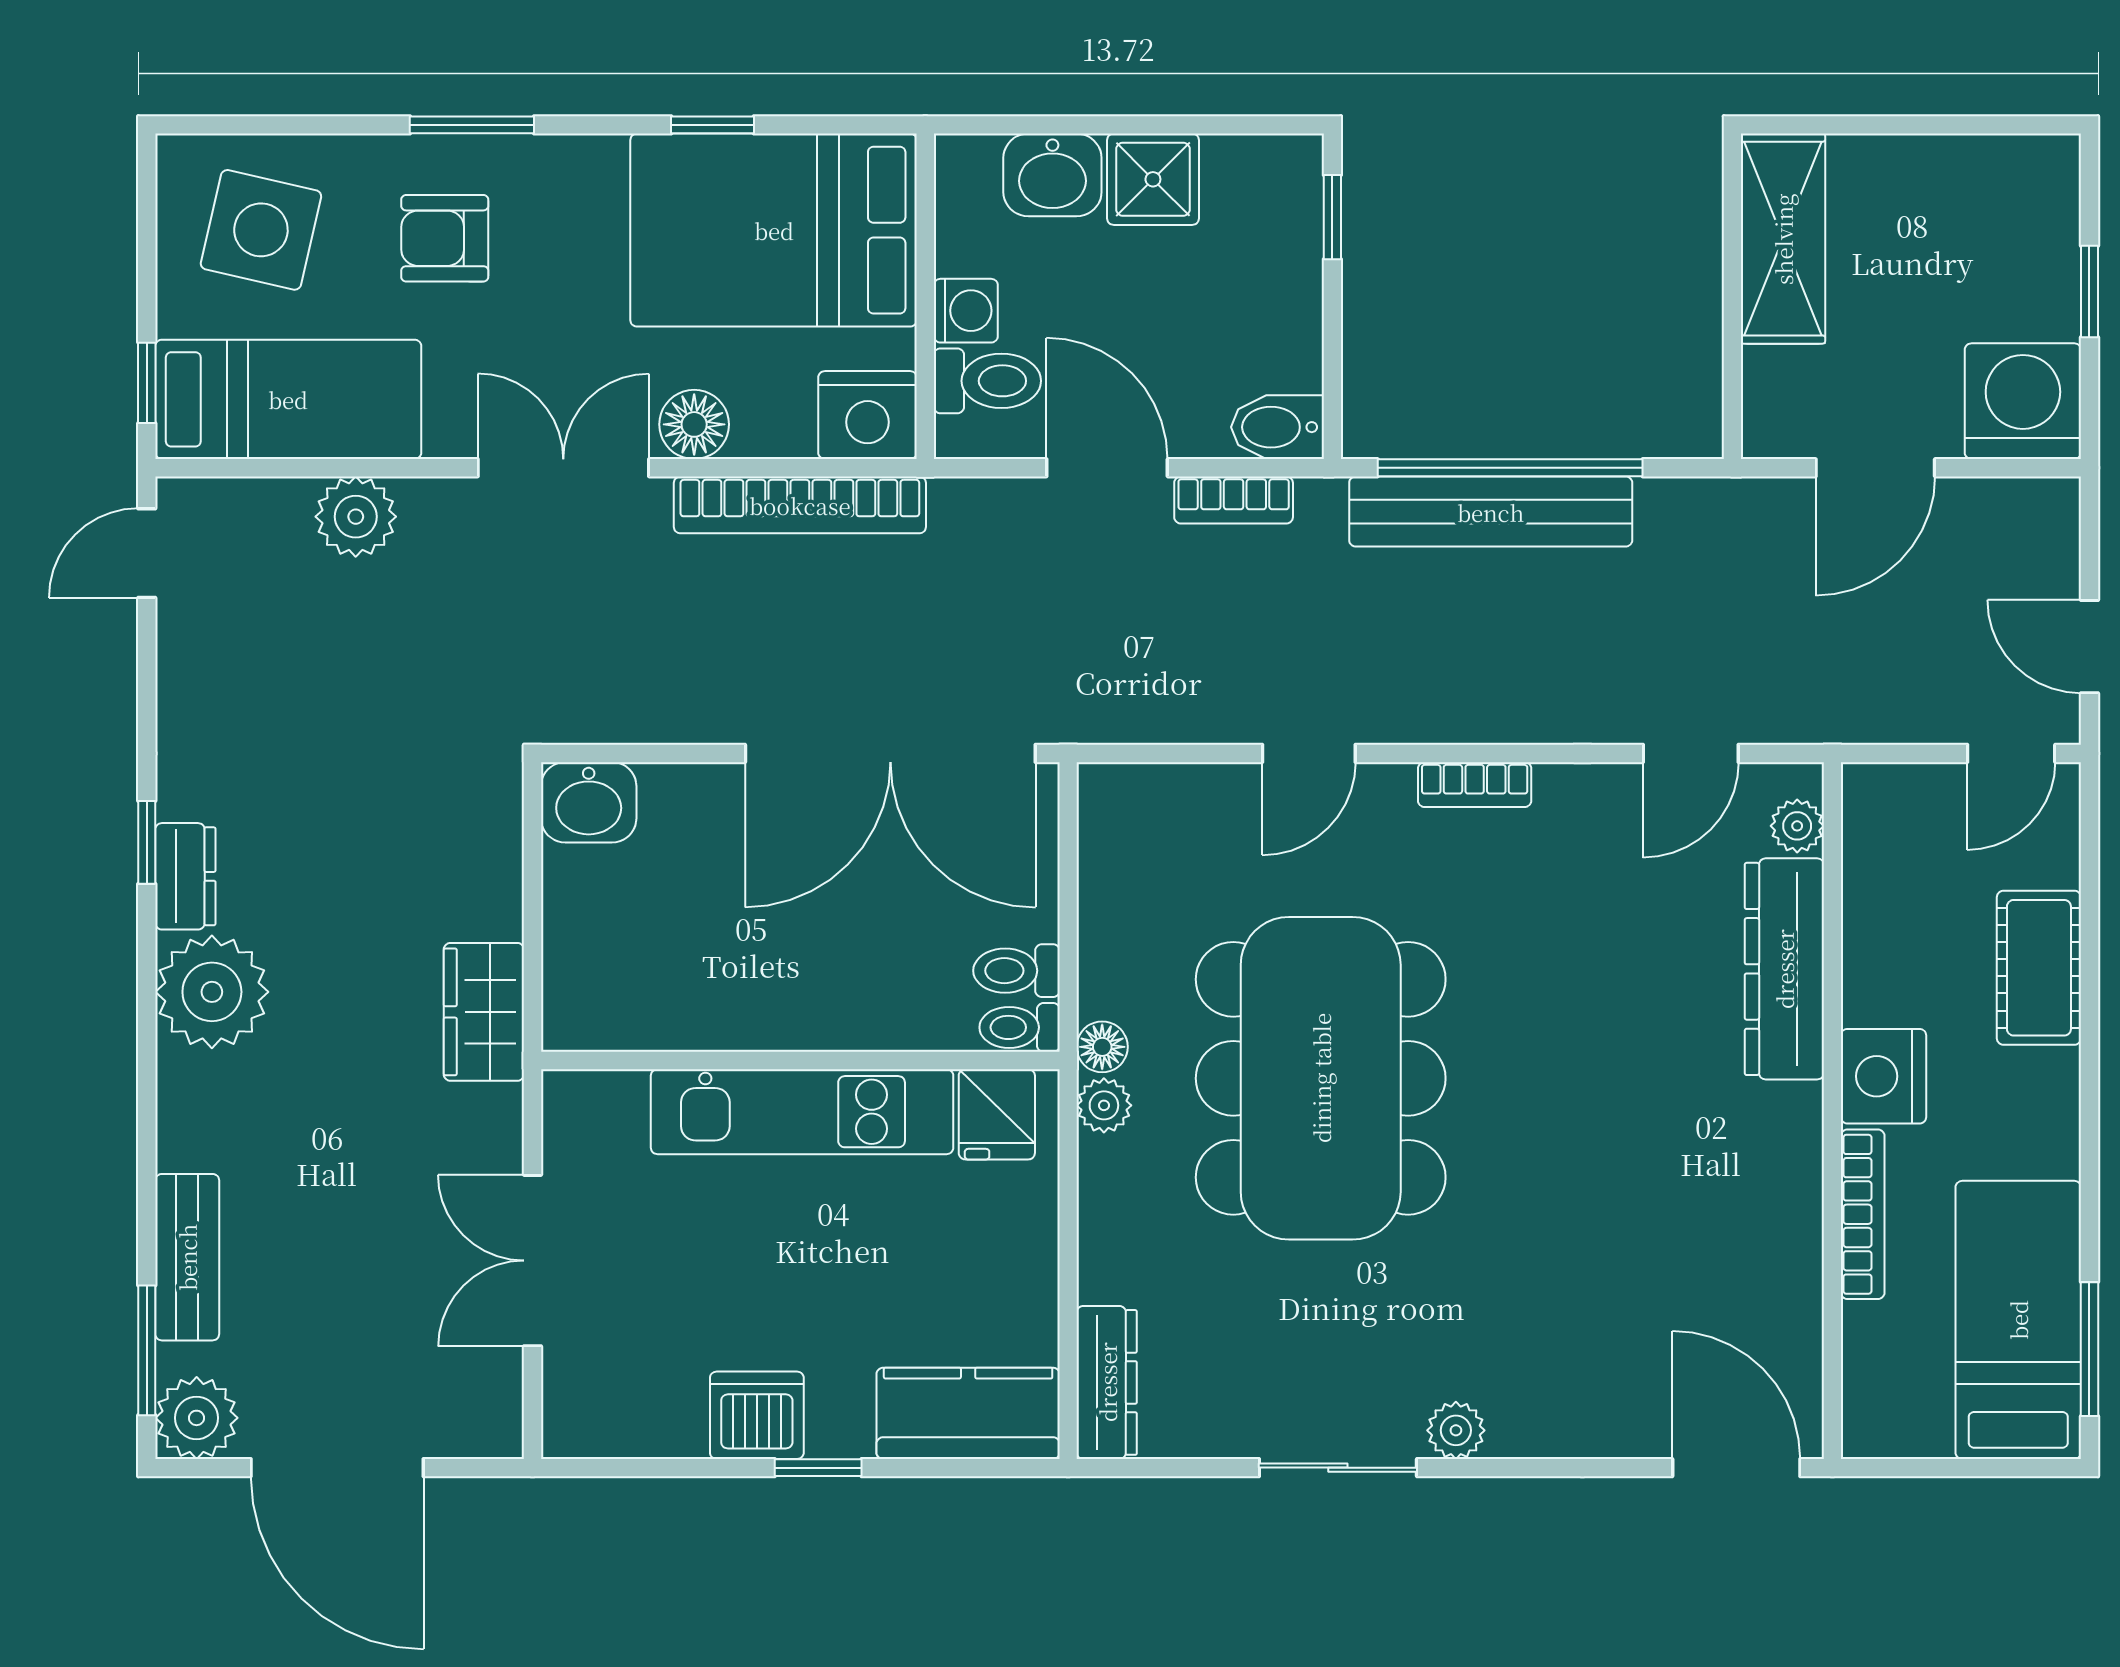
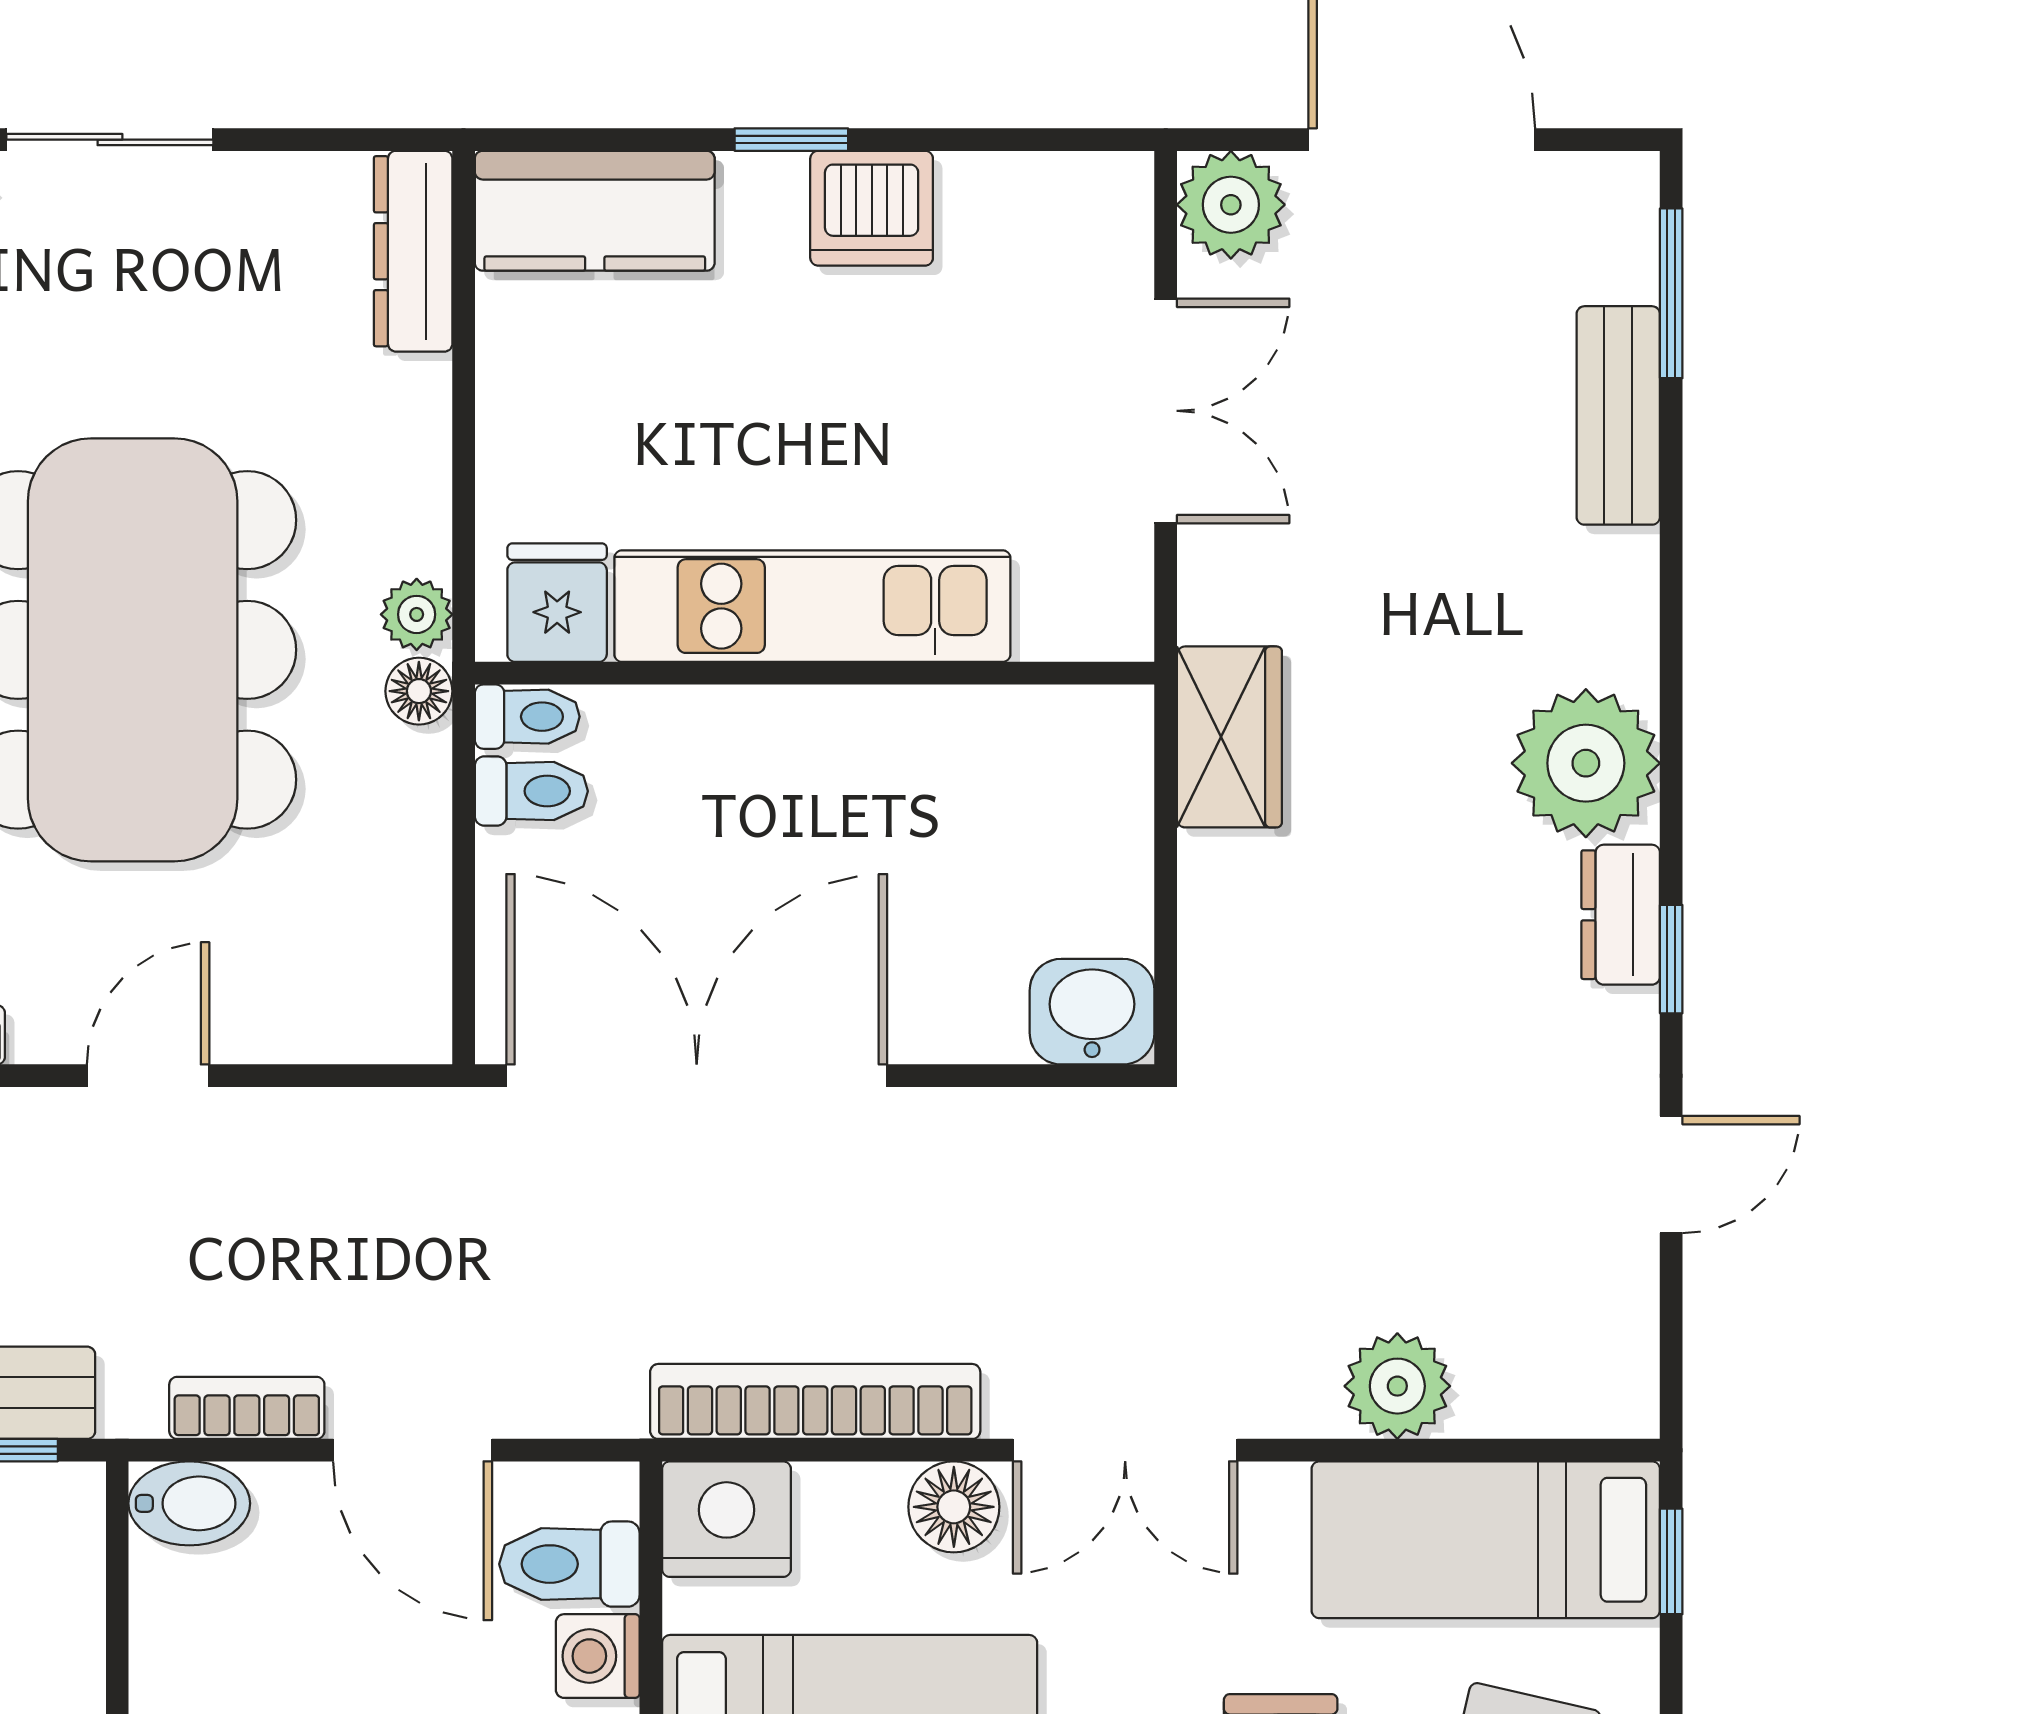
door: (147, 553) -> (1671, 1174), moved
plant: (197, 1418) -> (1231, 205), moved

